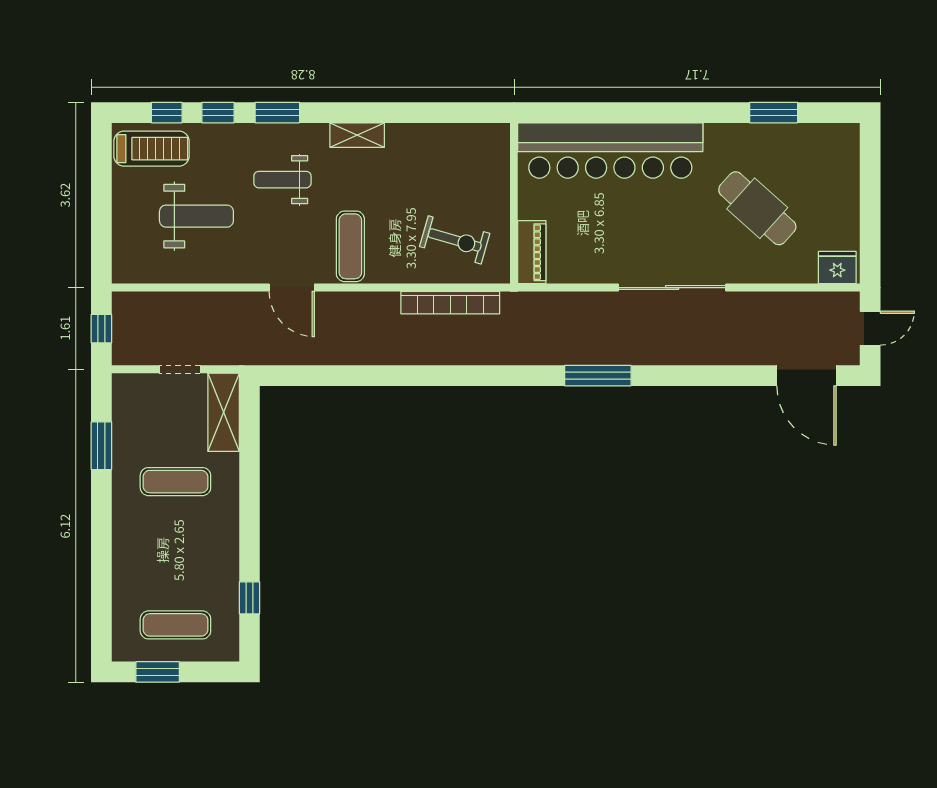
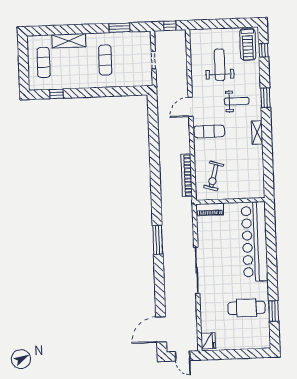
window: (218, 113) -> (264, 72), removed
weight bench: (282, 180) -> (237, 101), turned 90
cafe table: (757, 208) -> (246, 308), moved, turned 48
weight bench: (196, 216) -> (220, 65), turned 180
shelving: (224, 412) -> (69, 41), moved
window: (158, 672) -> (23, 56), removed

